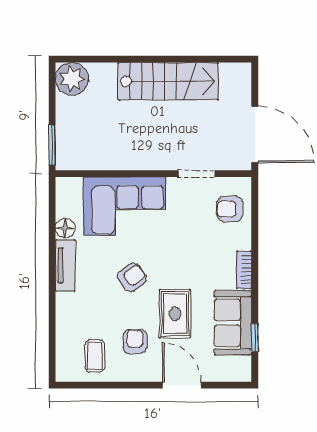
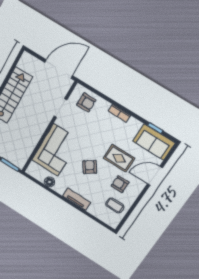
armchair: (230, 209) -> (86, 102), turned -90
tv unit: (65, 265) -> (77, 199), moved
sofa: (233, 323) -> (154, 142), moved

